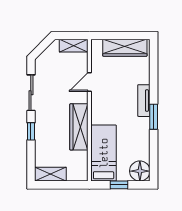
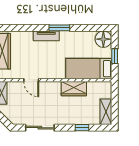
wardrobe: (79, 127) -> (74, 89), width x0.67
window: (31, 131) -> (82, 128), moved

